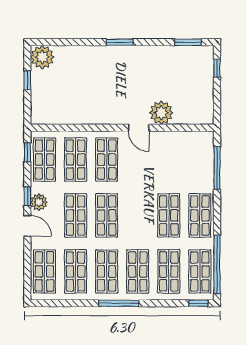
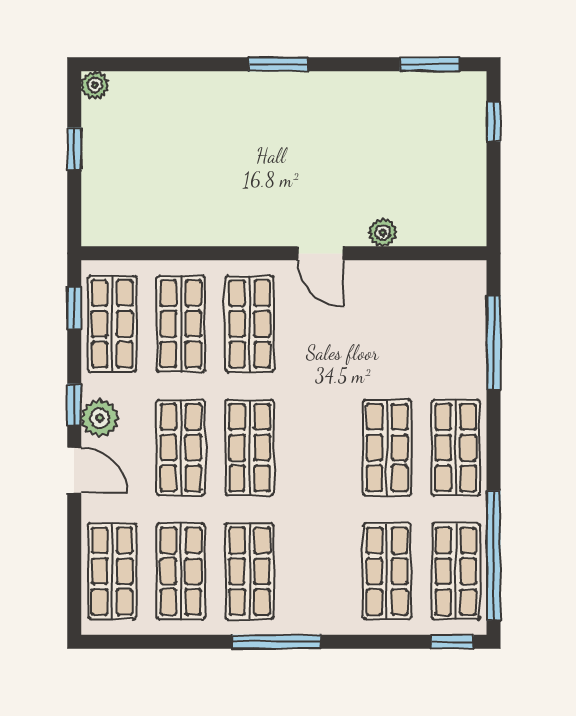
plant: (42, 57) -> (95, 85), width x0.53, depth x0.53
plant: (161, 113) -> (383, 233), width x0.53, depth x0.53
shop shelf: (138, 271) -> (318, 571), removed

